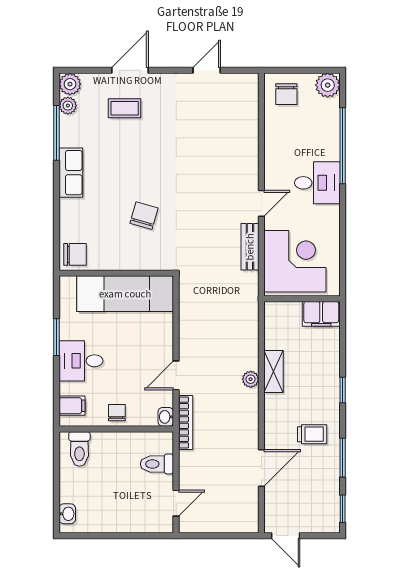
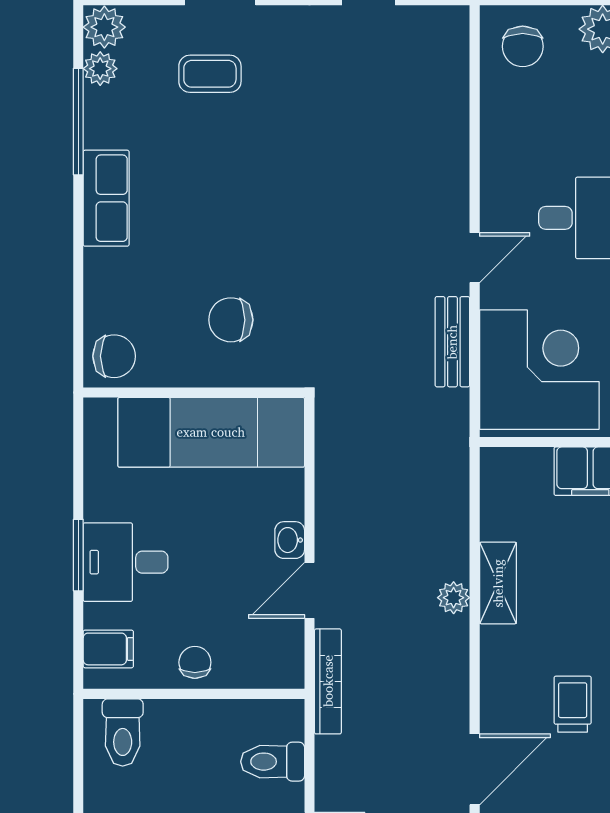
chair: (144, 216) -> (231, 320), moved, turned -106
window: (56, 337) -> (78, 555), moved
washbasin: (166, 417) -> (290, 540), moved
trolley: (312, 434) -> (573, 704), turned -90

